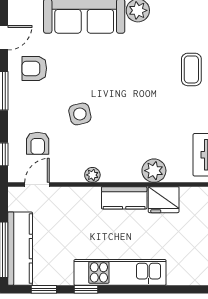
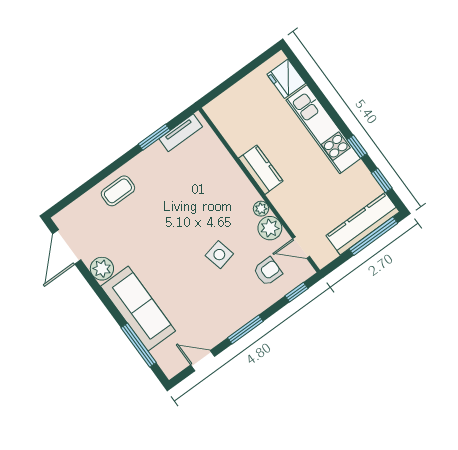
armchair: (34, 68) -> (209, 318), removed
plant: (154, 171) -> (270, 228), moved
fridge: (164, 200) -> (286, 79), moved, turned 180

